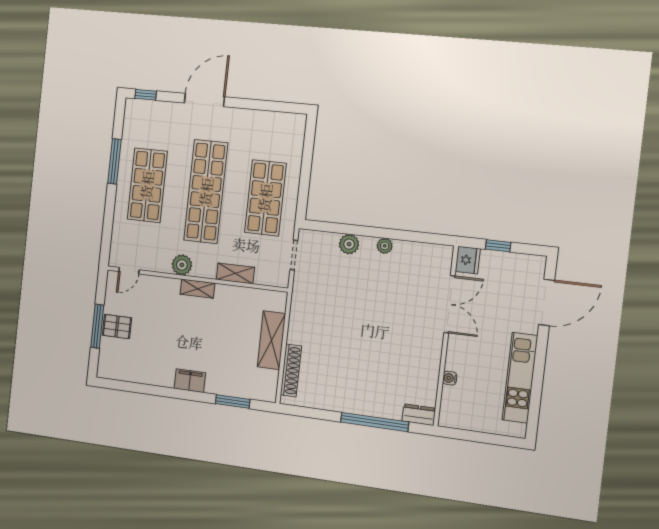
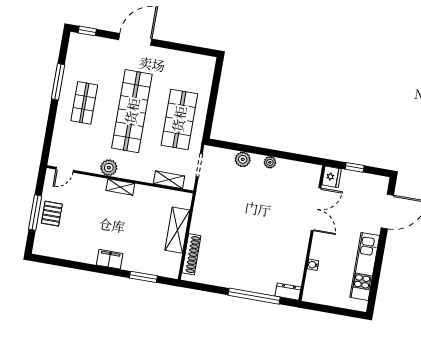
shop shelf: (147, 185) -> (84, 103), width x0.70, depth x0.74
shelving: (235, 273) -> (169, 180), moved
pallet: (117, 327) -> (52, 214), turned 90

